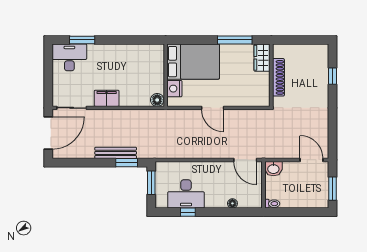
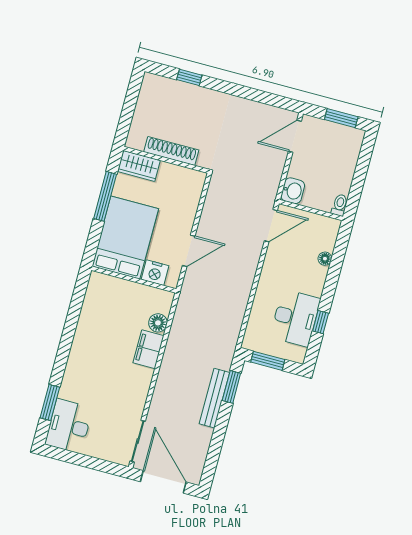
bed: (193, 62) -> (125, 238), moved
wall: (166, 75) -> (134, 280), moved
nightstand: (174, 89) -> (155, 273), moved
filing cabinet: (107, 98) -> (149, 349), moved

